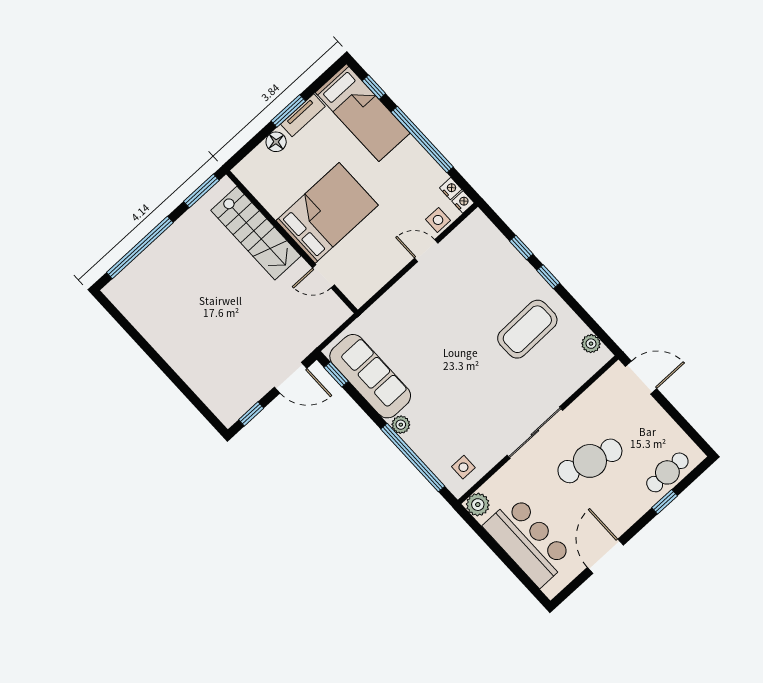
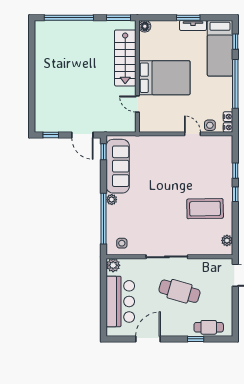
floor lamp: (276, 142) -> (145, 26), moved

